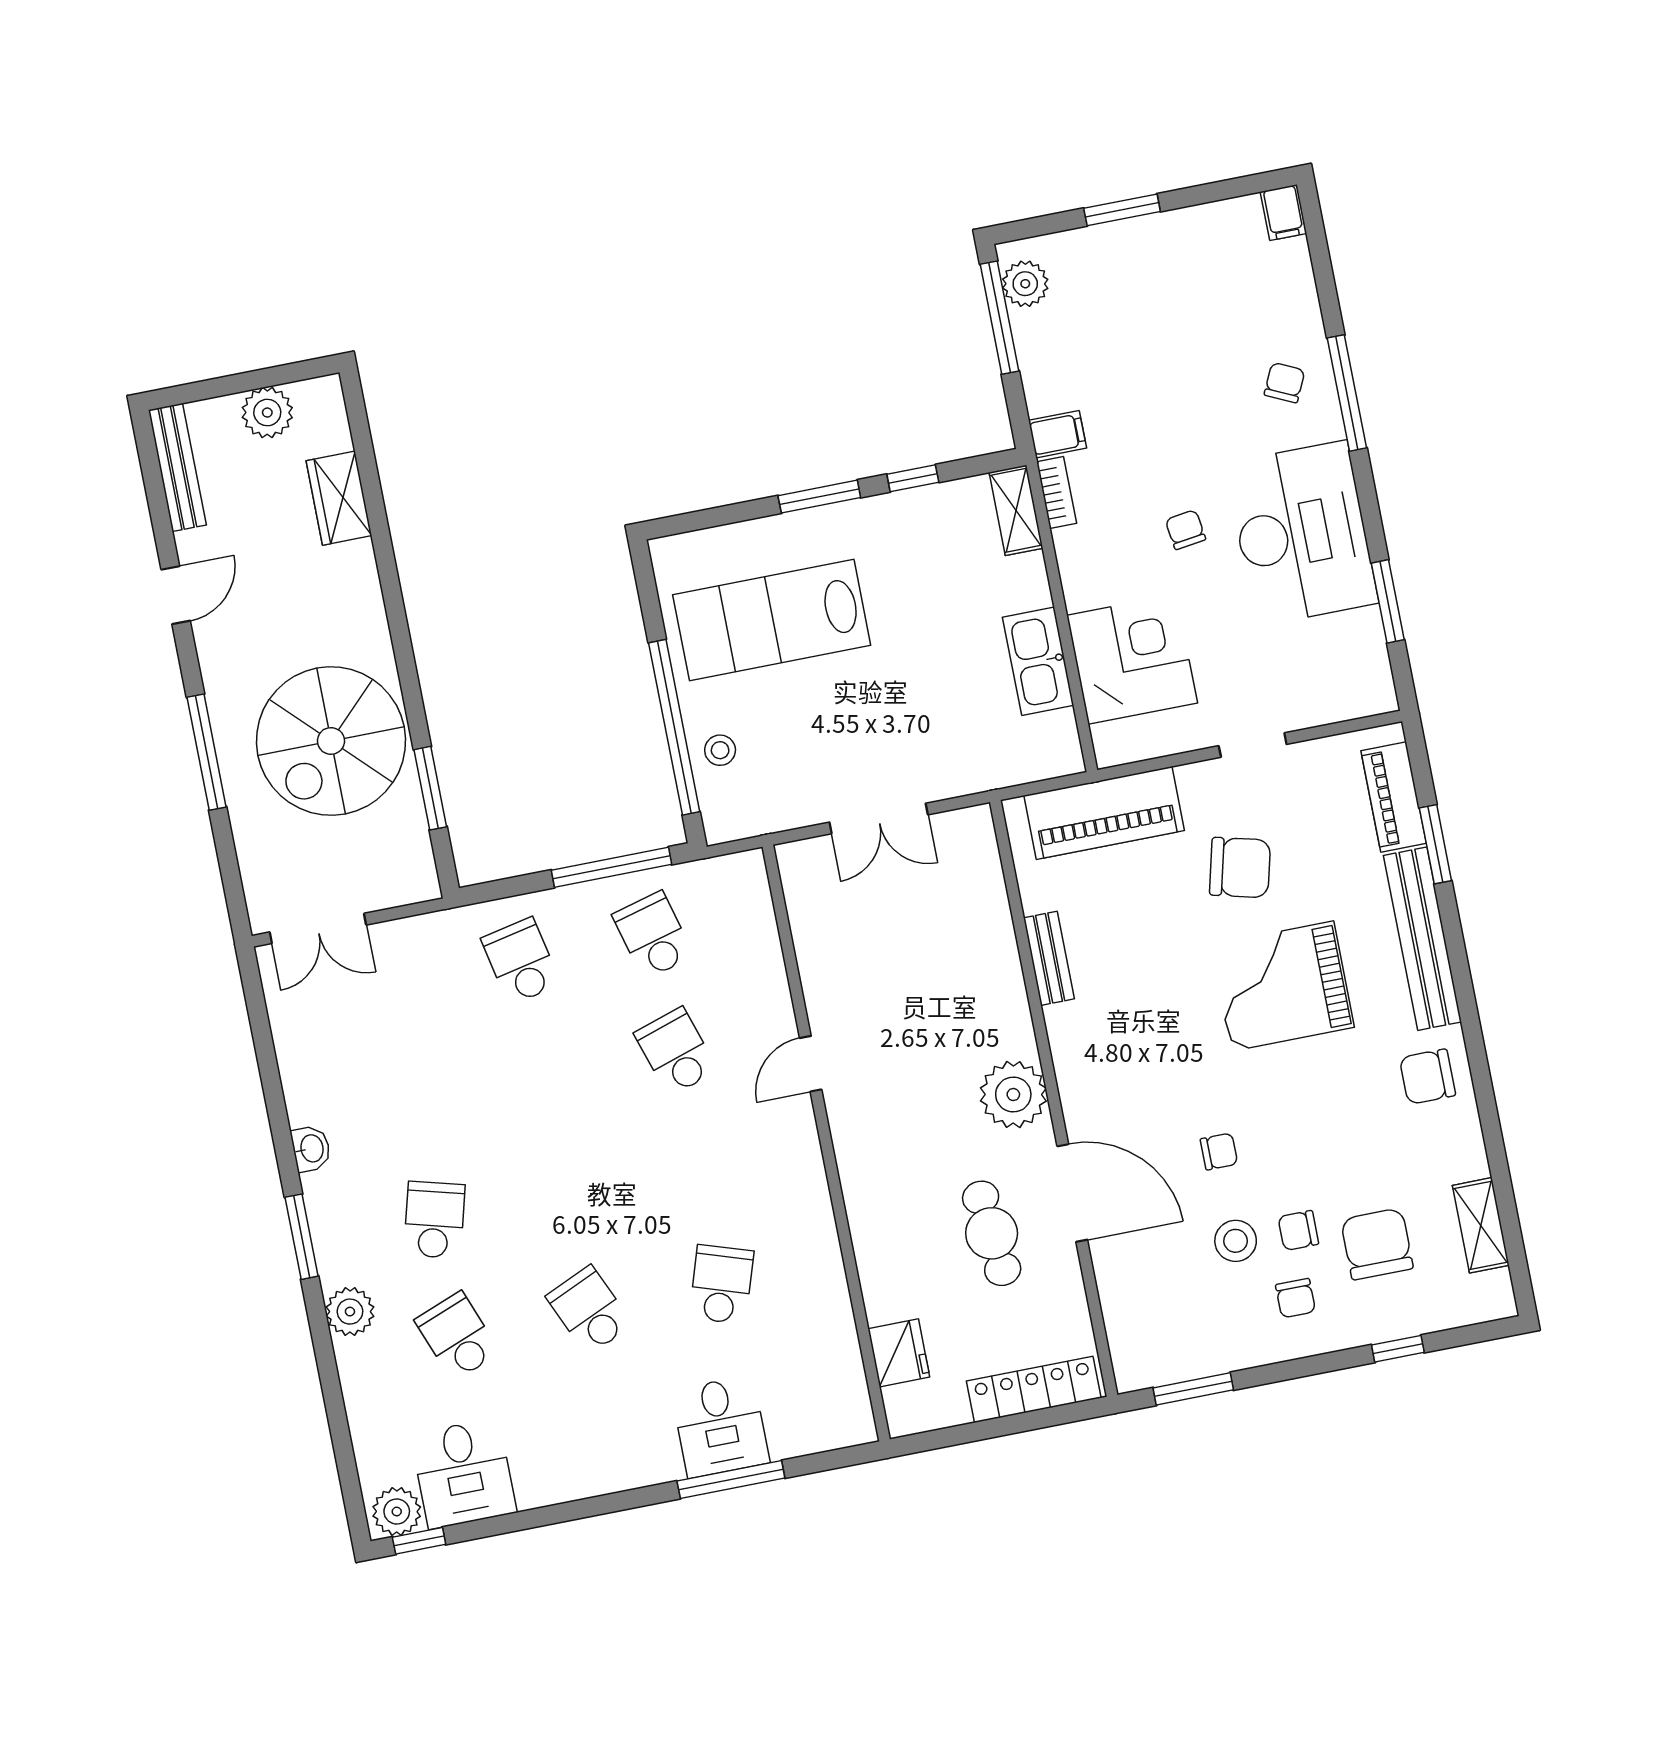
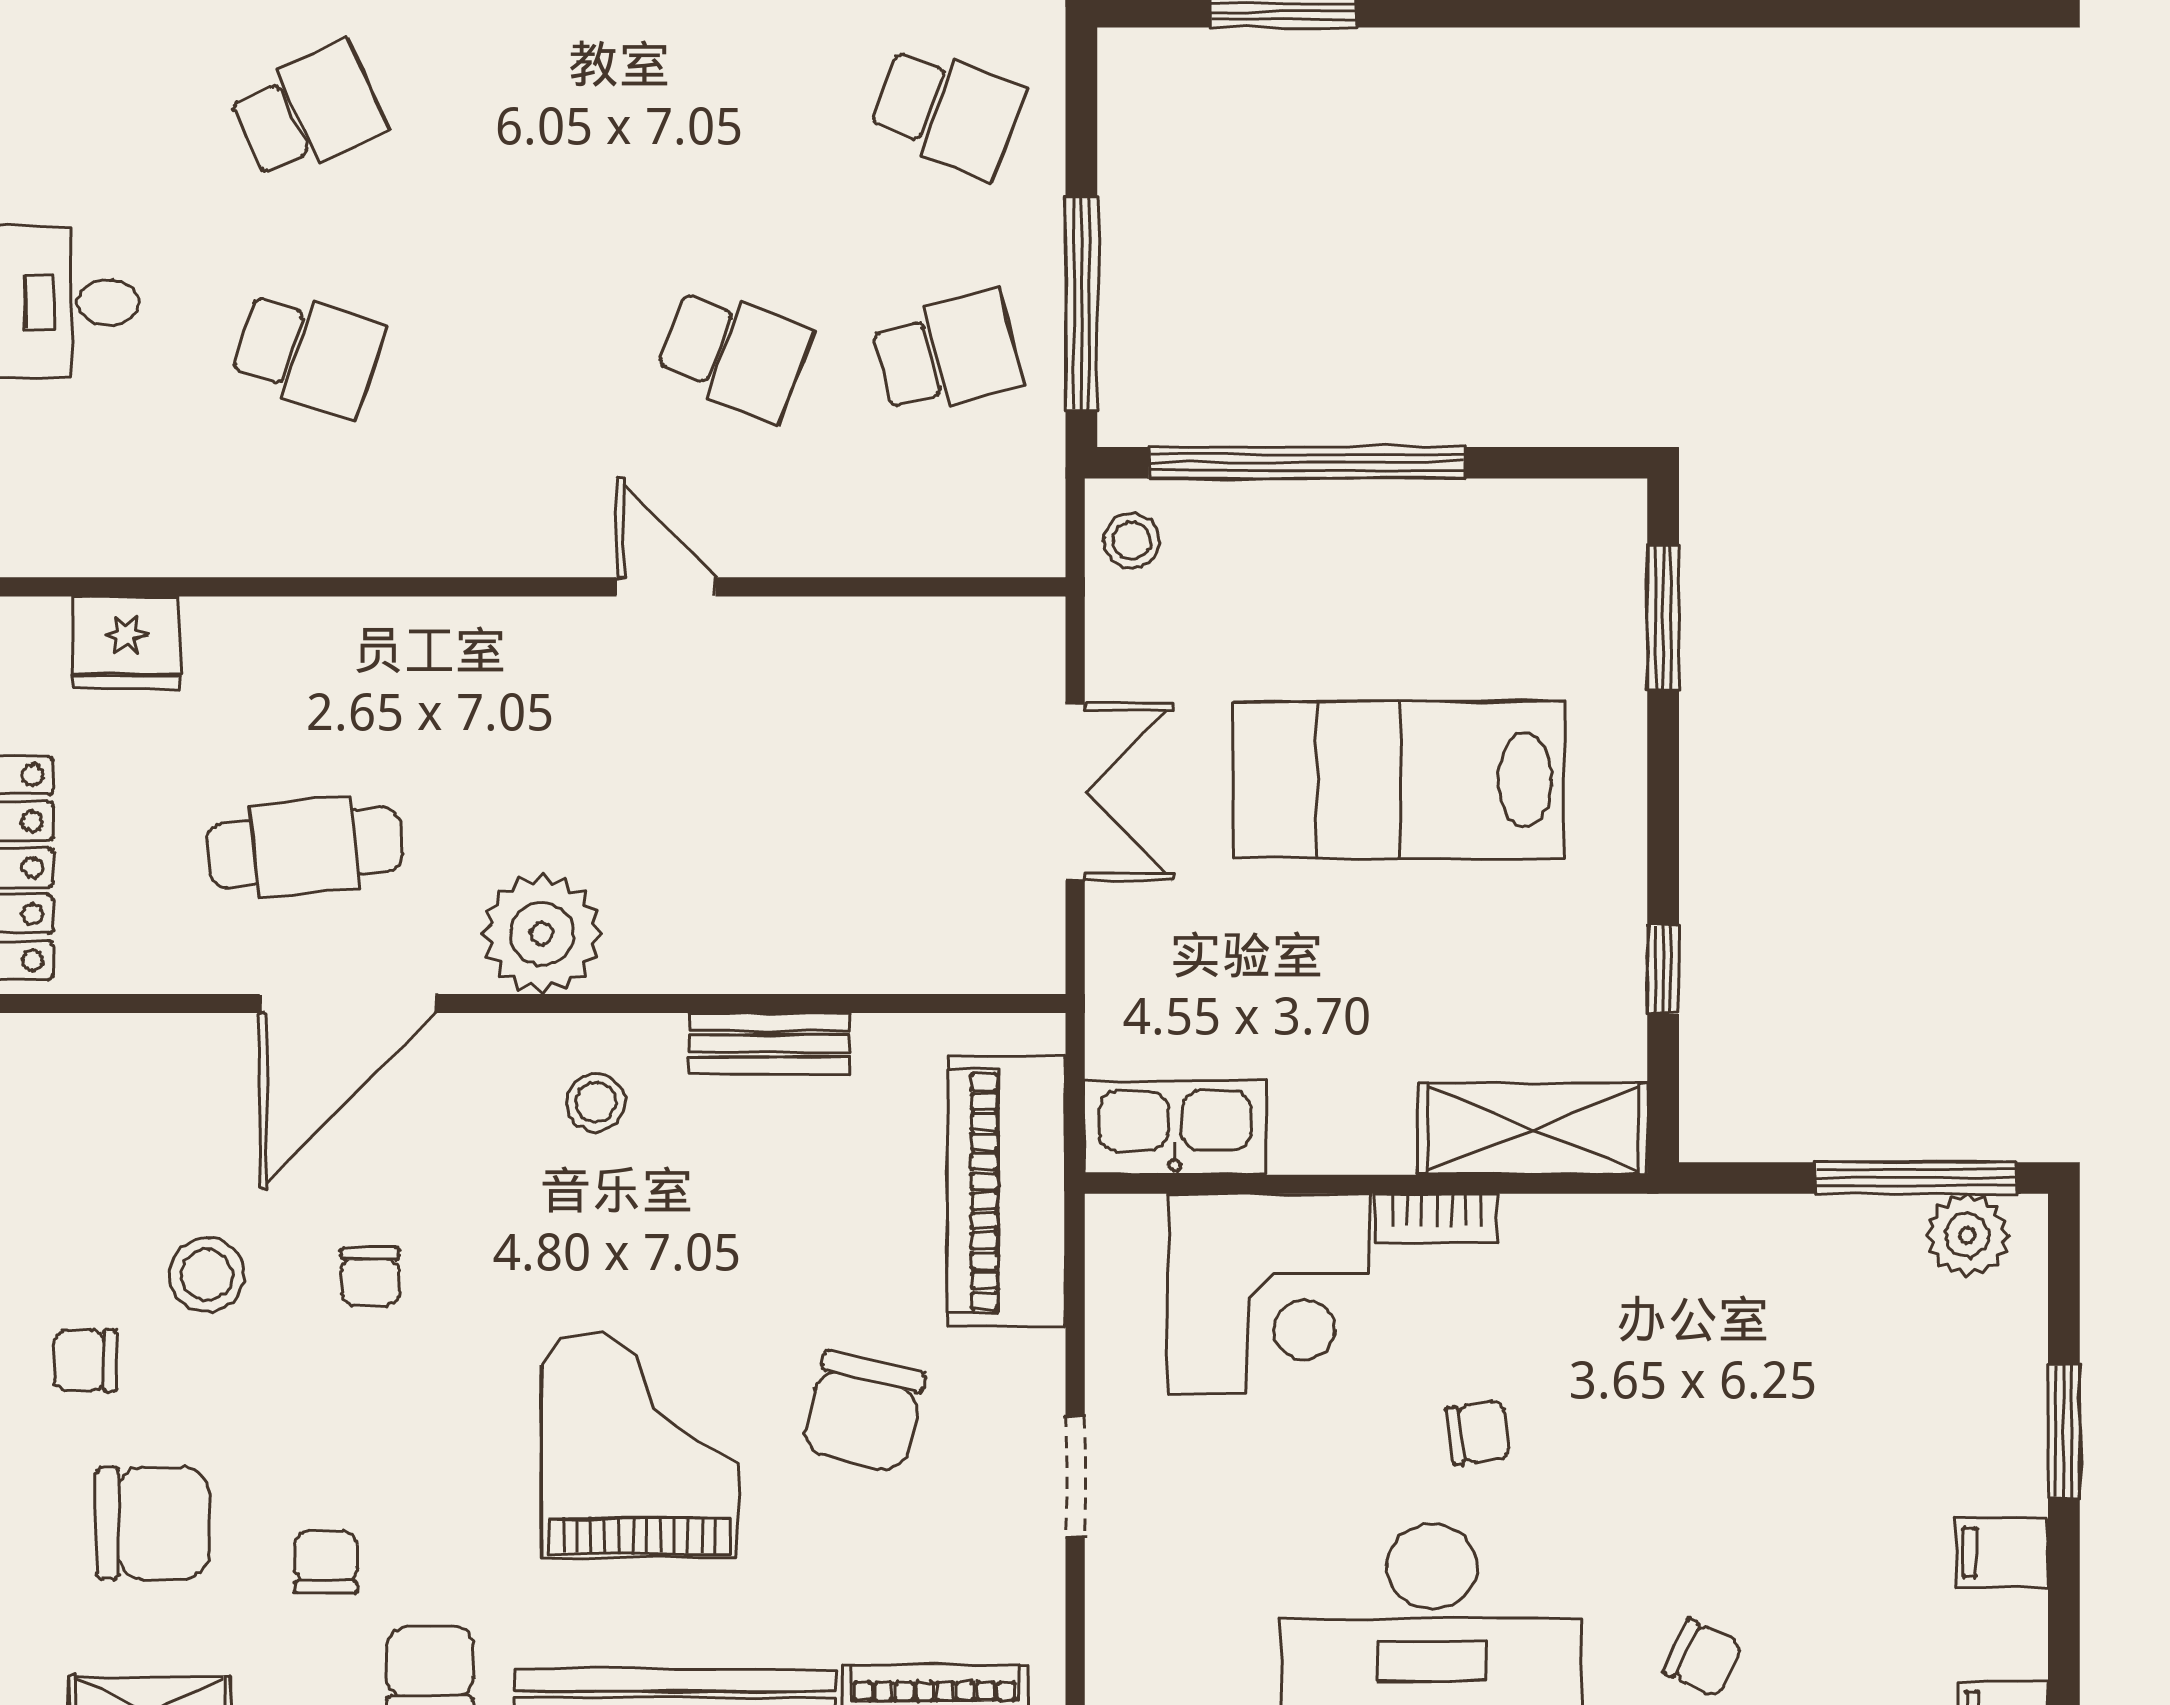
filing cabinet: (1058, 434) -> (2002, 1552), moved, turned 90
bookcase: (1057, 492) -> (1436, 1218), moved
window: (819, 497) -> (1663, 617), moved
shelving: (1016, 510) -> (1533, 1129), width x1.50, depth x1.33
lab bench: (772, 620) -> (1399, 780), moved, turned -90
kitchen sink: (1038, 661) -> (1175, 1127), moved
stool: (720, 750) -> (1132, 541), moved
double door: (879, 818) -> (1075, 792), swing flipped
school desk: (521, 961) -> (947, 111), turned 33
stool: (1100, 1047) -> (596, 1103), added
school desk: (676, 1052) -> (734, 353), turned 39
chair: (1298, 1230) -> (326, 1562), moved

